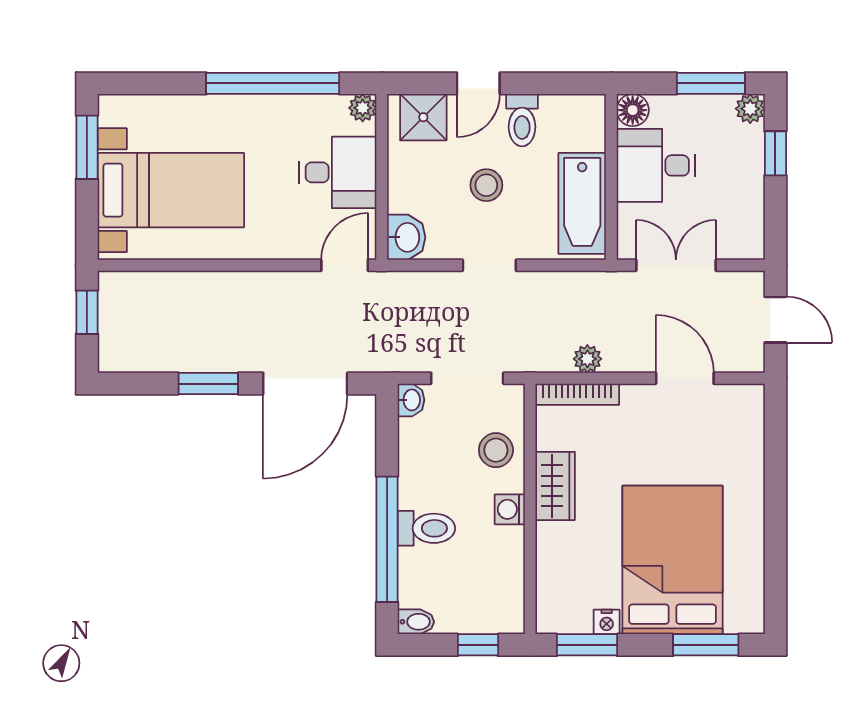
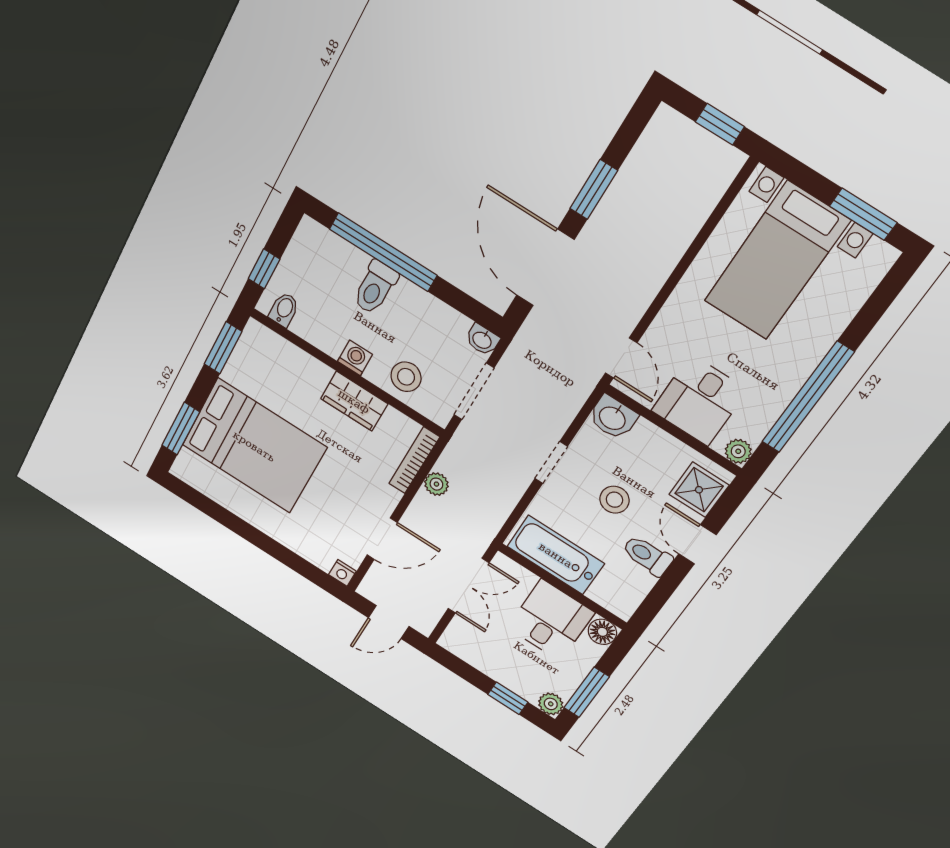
bidet: (416, 622) -> (284, 310), moved, turned 180
nightstand: (607, 622) -> (342, 573), moved, turned -90

